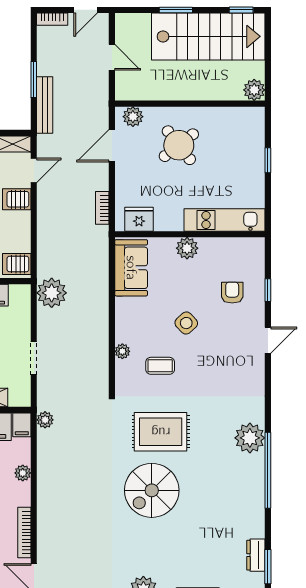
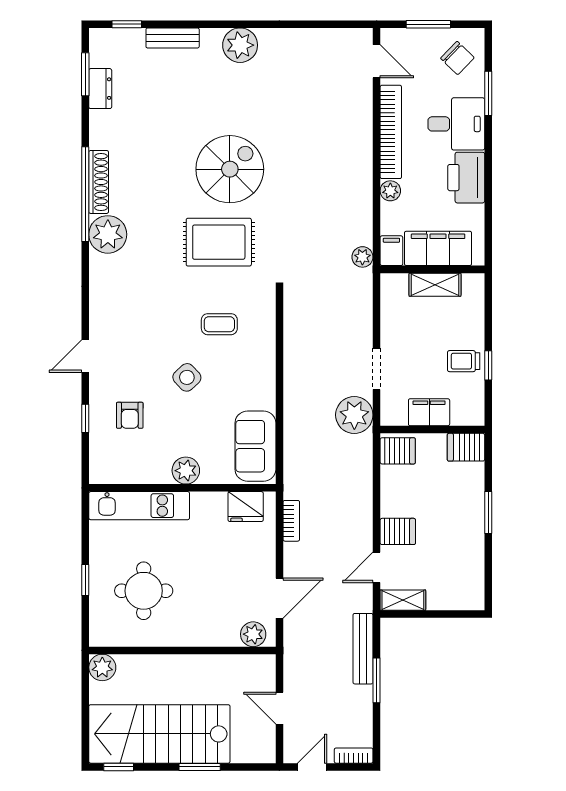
round table: (179, 145) -> (144, 591), moved, turned 38
plant: (122, 351) -> (266, 342), removed
doorway: (34, 358) -> (377, 369), moved
shoe rack: (257, 480) -> (99, 182), added
bookcase: (24, 532) -> (391, 132), width x1.48, depth x1.31

